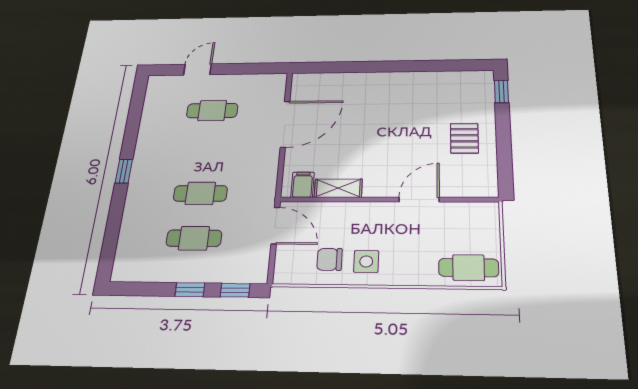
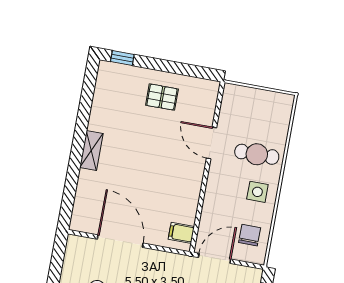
shelving: (338, 188) -> (91, 151), moved
chair: (329, 259) -> (250, 235), moved, turned 180
cafe table: (469, 268) -> (257, 154), moved, turned 90

